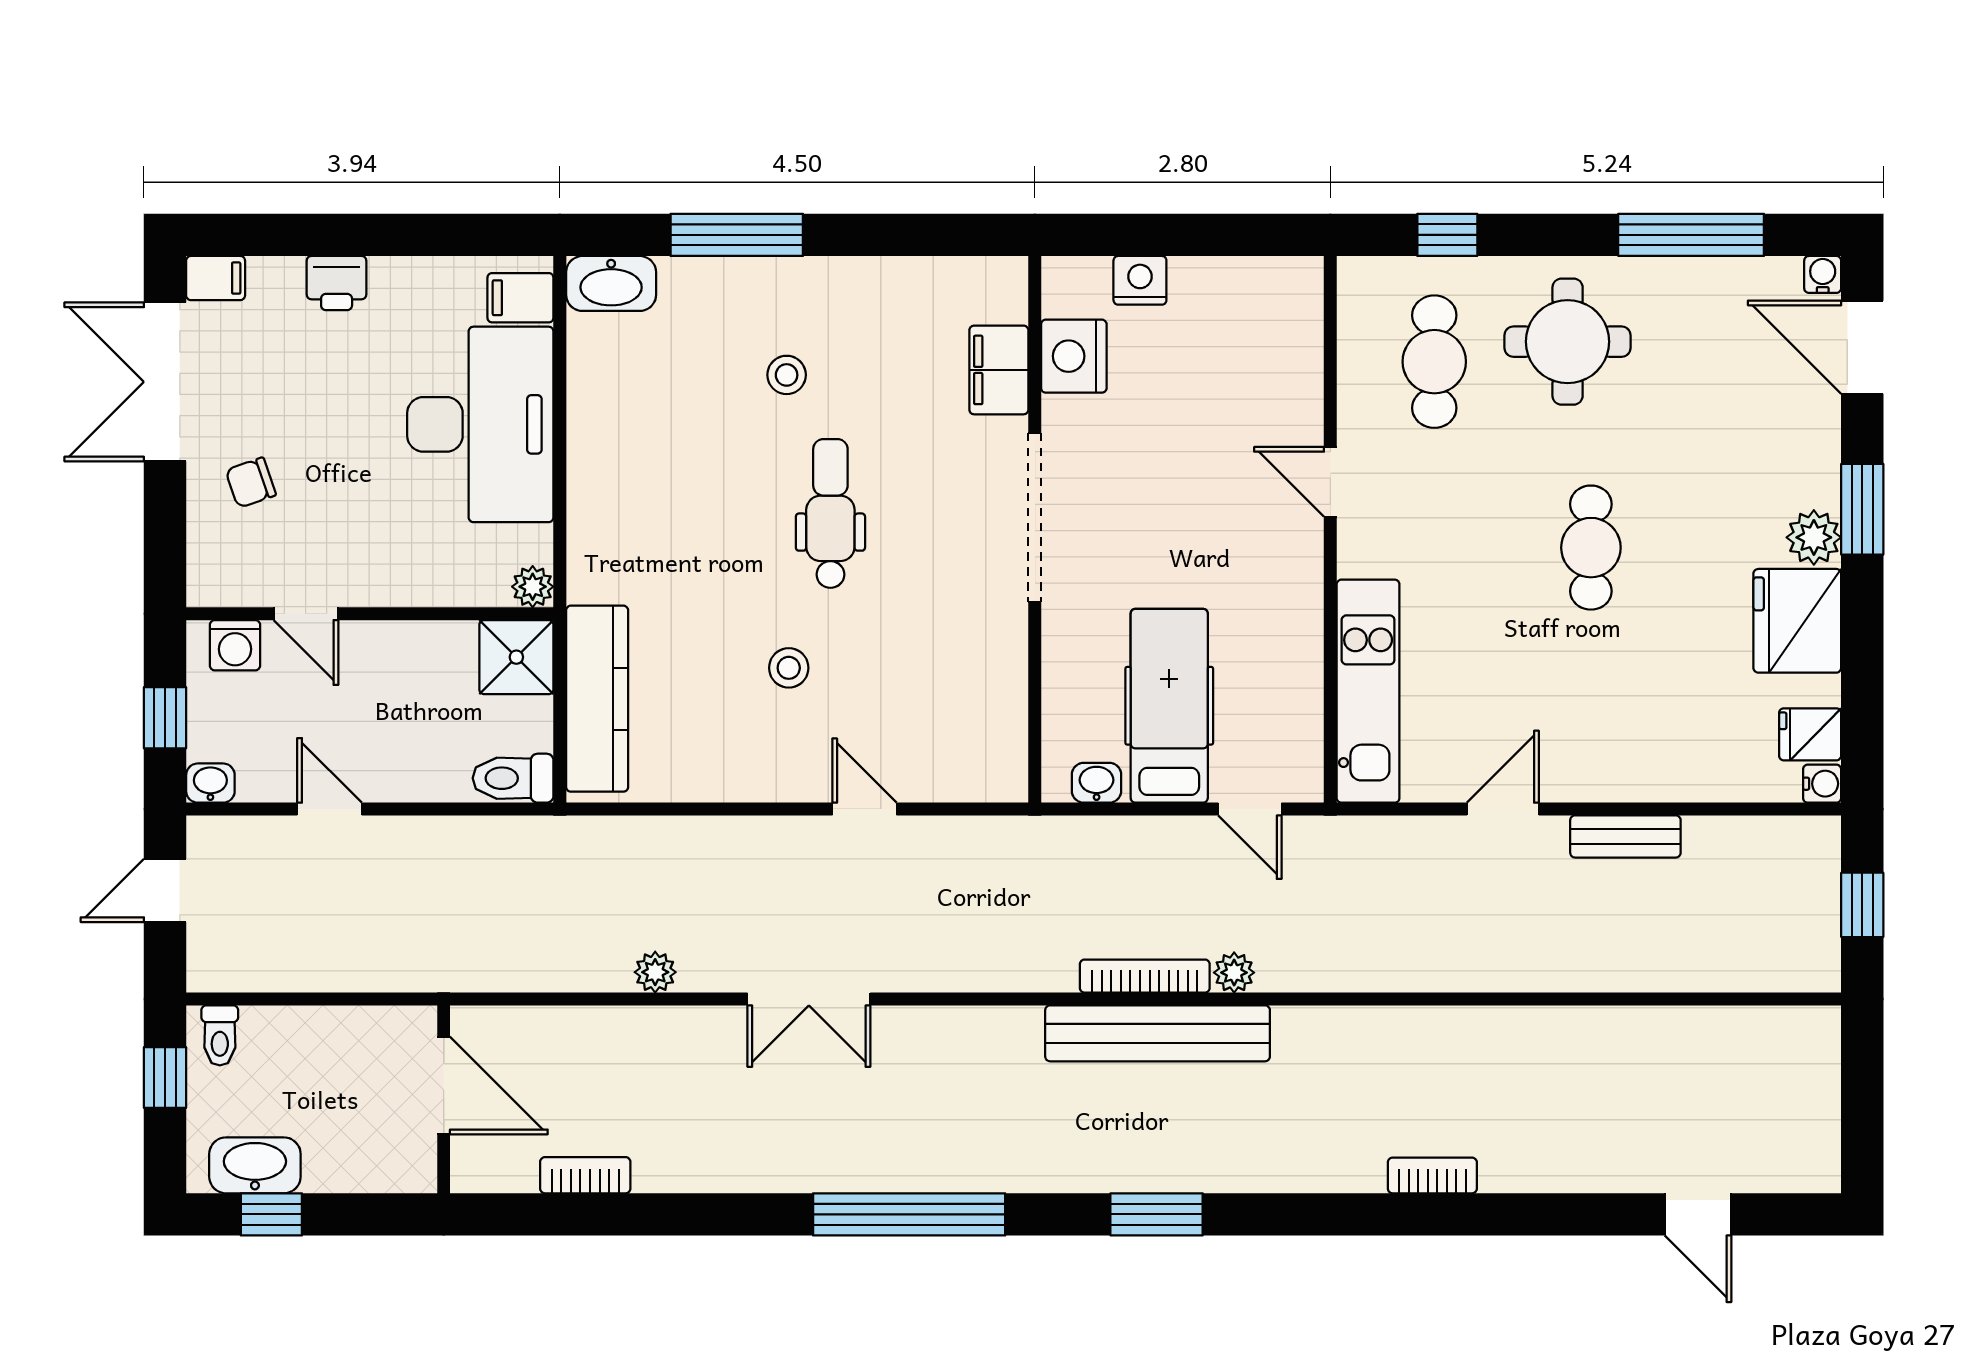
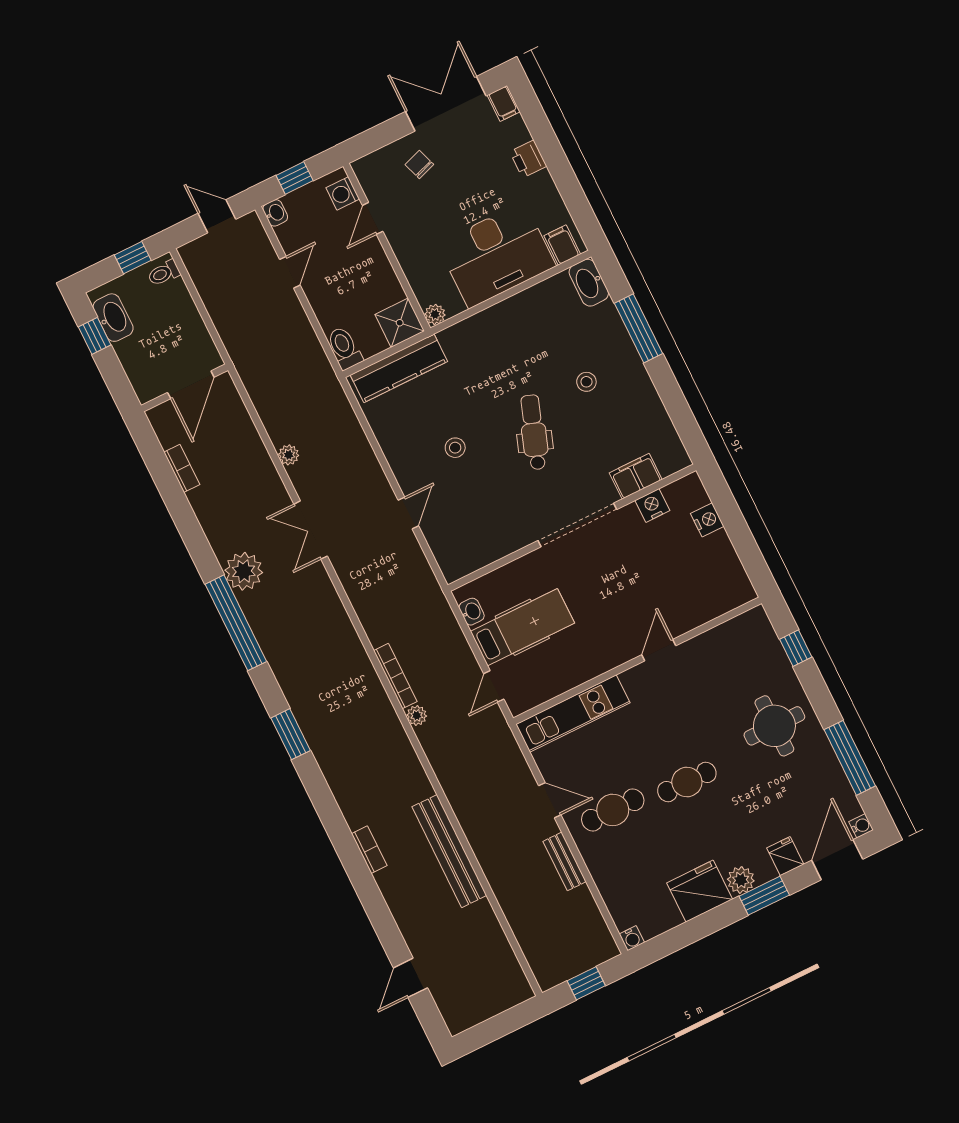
nightstand: (1074, 356) -> (652, 505), width x0.74, depth x0.75
cafe table: (1434, 362) -> (613, 810), moved
dental chair: (830, 513) -> (534, 432), turned -71
fridge: (1810, 734) -> (785, 856), moved
bench: (1158, 1033) -> (449, 851), moved
plant: (824, 1155) -> (244, 571), added

